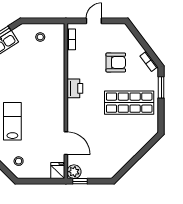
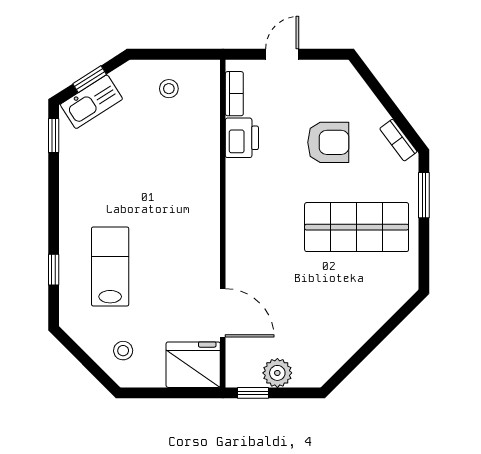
printer: (75, 88) -> (242, 138), moved
fridge: (58, 170) -> (193, 365), width x1.88, depth x1.34
plant: (74, 172) -> (277, 373), moved

